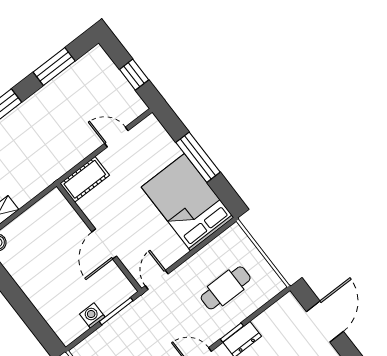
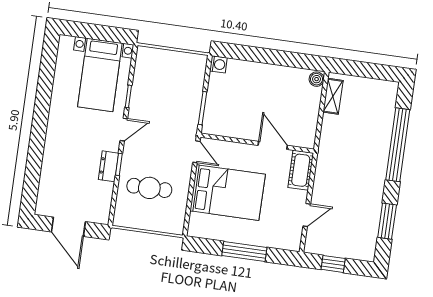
bed: (187, 202) -> (228, 193), moved
door: (104, 244) -> (273, 145), moved
cafe table: (226, 288) -> (149, 188), turned 90
washing machine: (92, 315) -> (218, 64), moved

